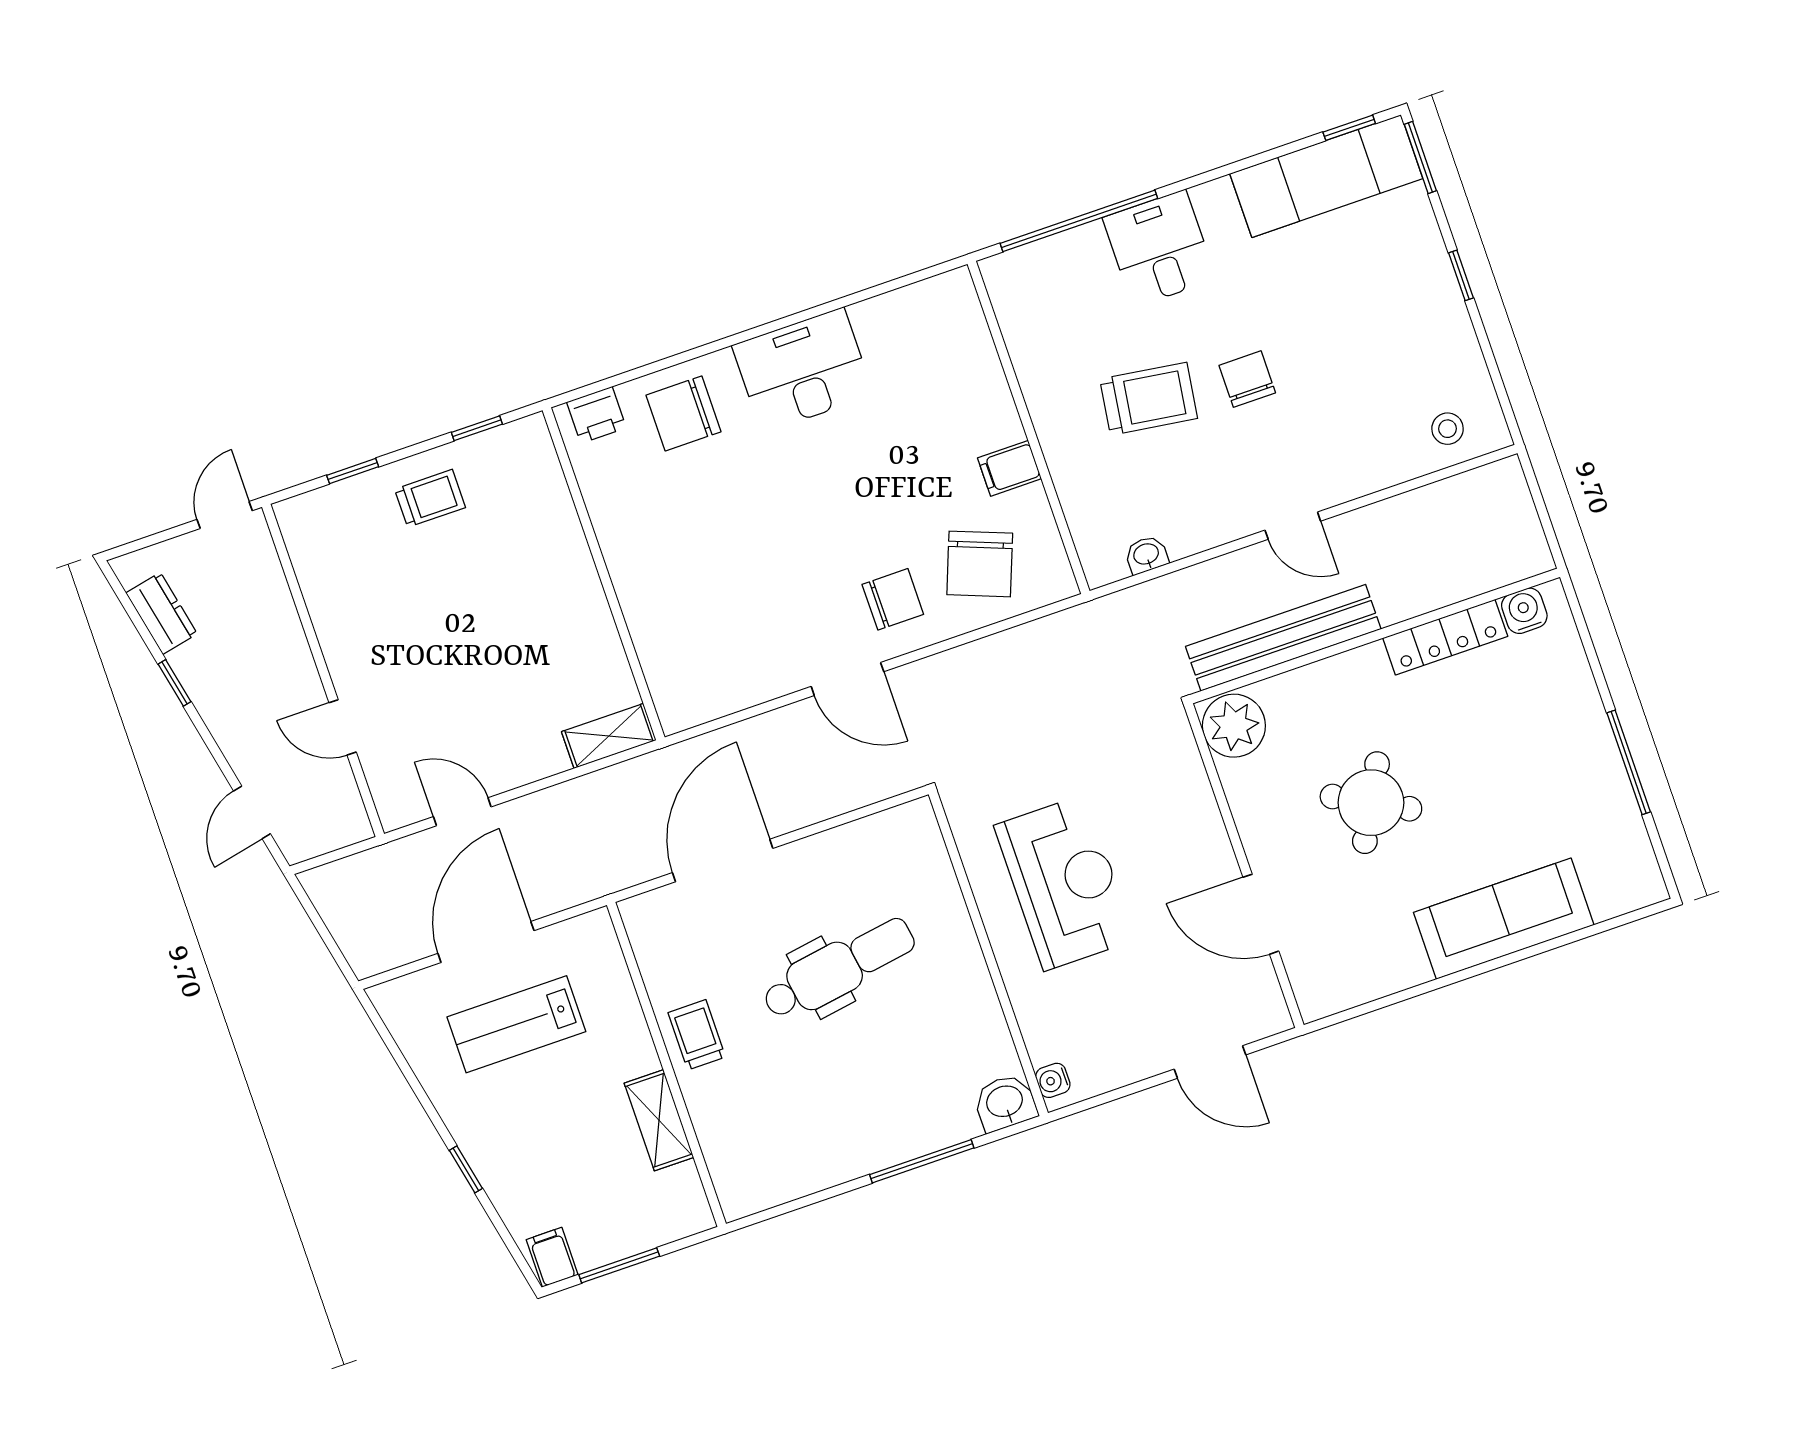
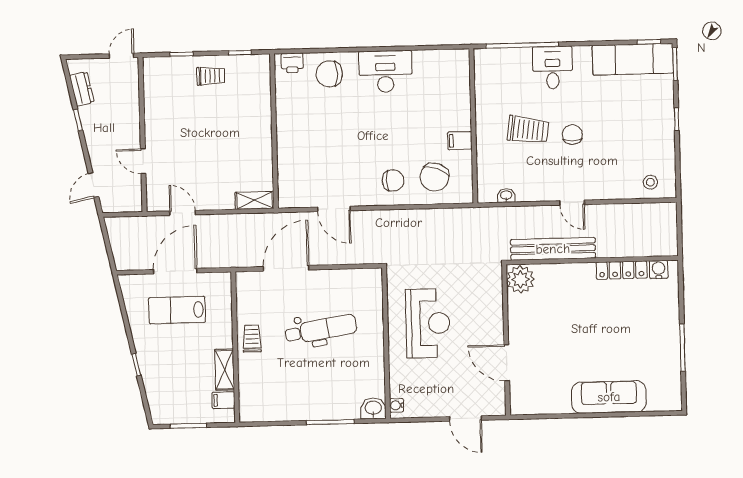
door: (847, 679) -> (334, 209), moved
round table: (1371, 803) -> (568, 330), removed
filing cabinet: (552, 1257) -> (223, 400), moved, turned -90

